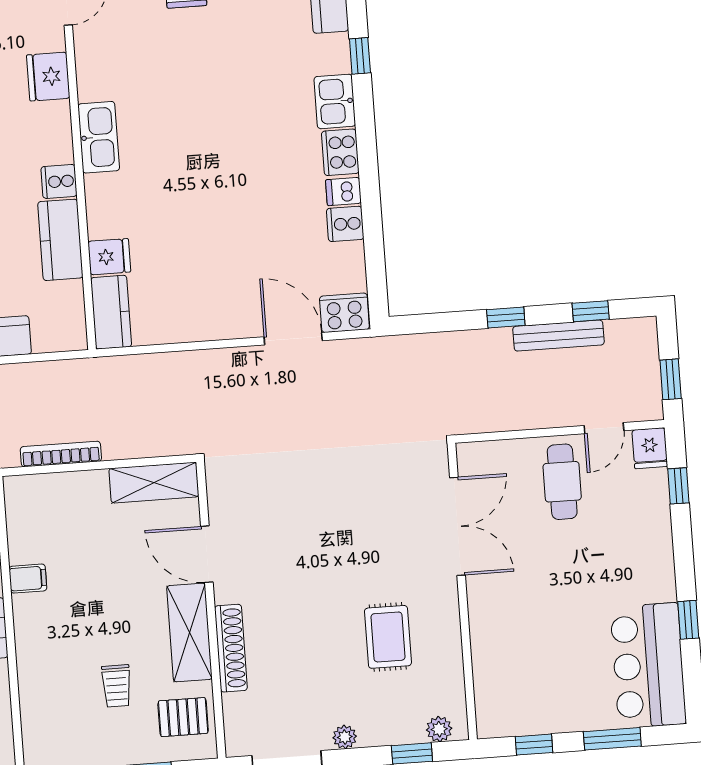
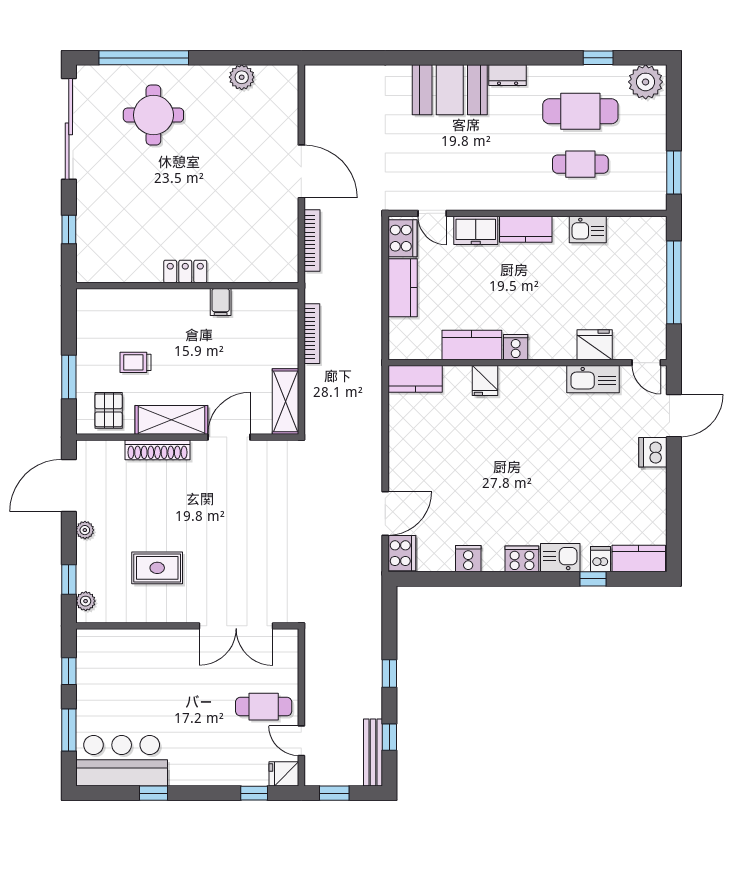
kitchen sink: (99, 137) -> (593, 379), moved
dishwasher: (343, 191) -> (600, 559), moved
fridge: (109, 257) -> (485, 381), moved
bench: (559, 336) -> (373, 752), moved

